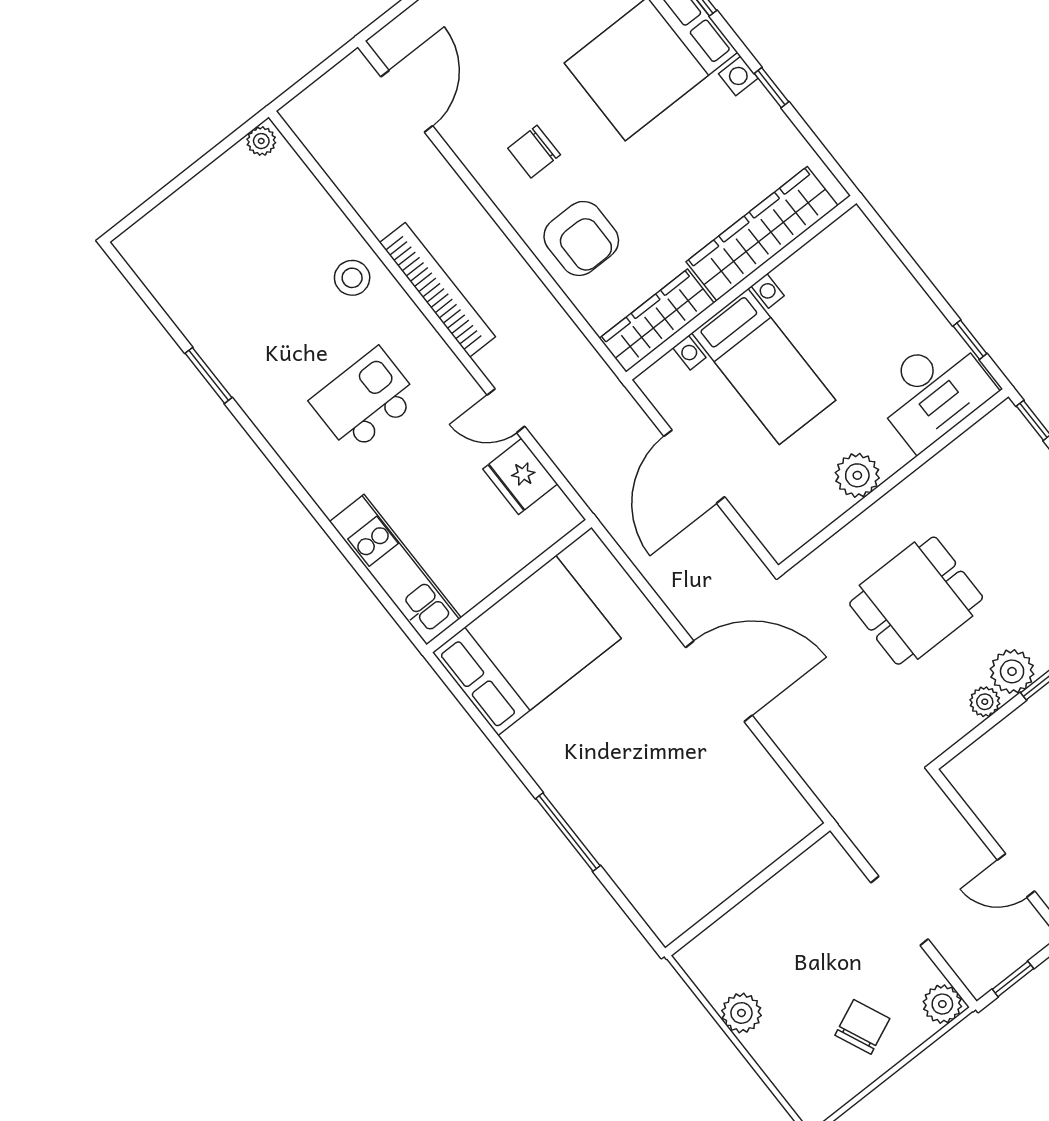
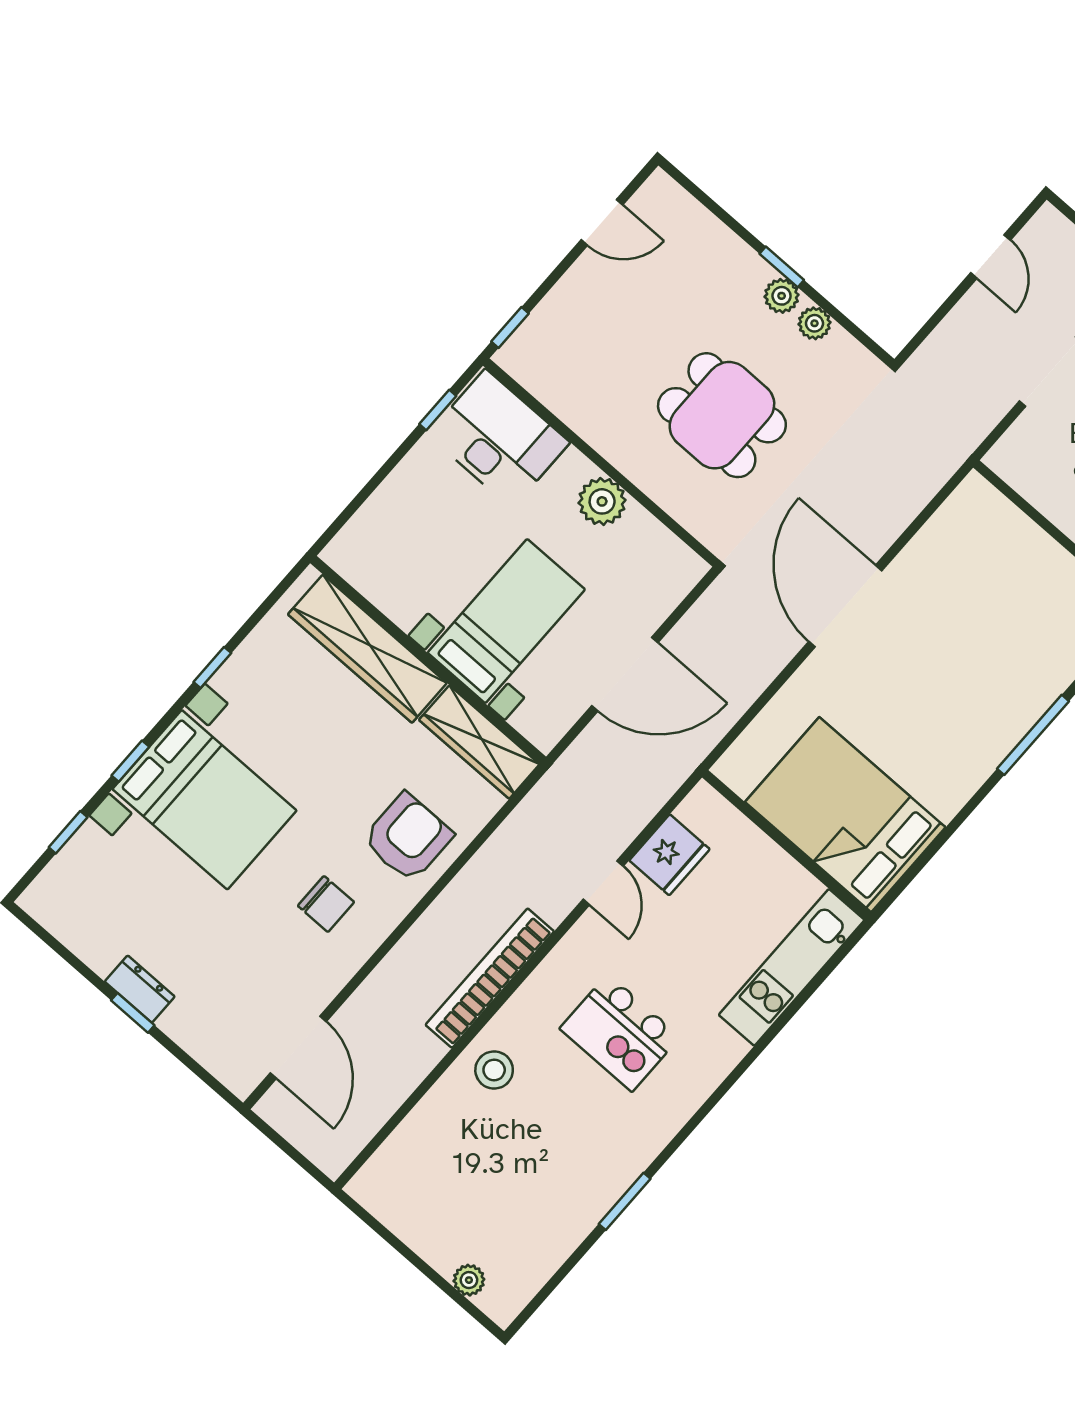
door: (407, 101) -> (298, 1047), swing flipped
plant: (261, 141) -> (469, 1280), moved
plant: (1012, 671) -> (782, 296), width x0.73, depth x0.73

